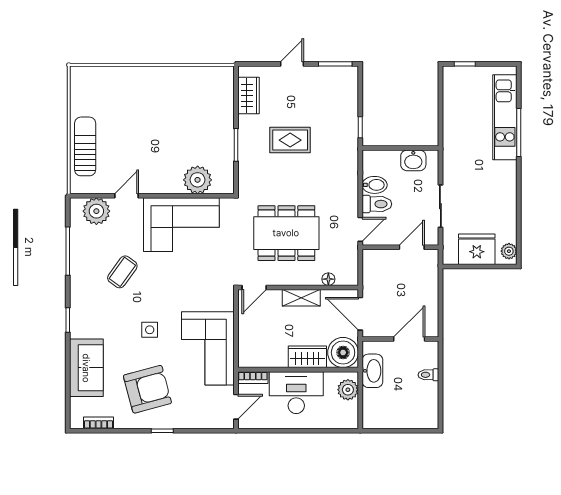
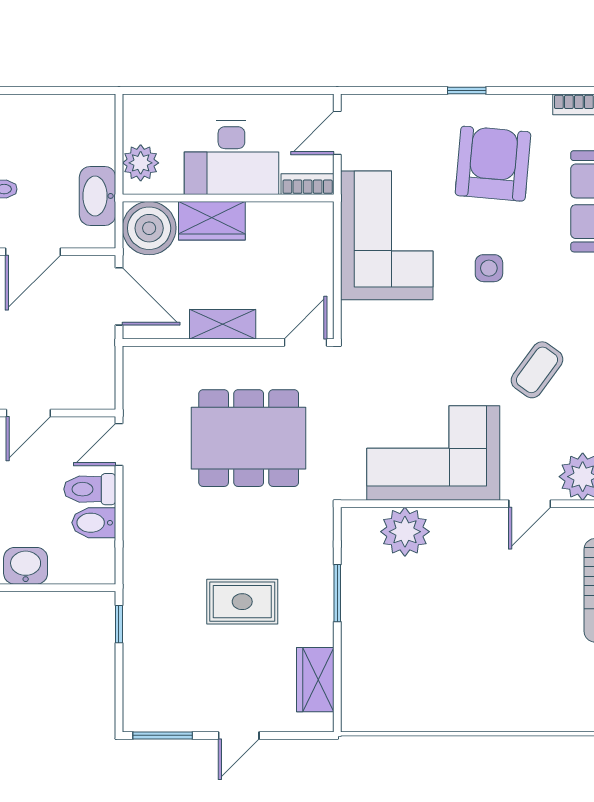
floor lamp: (328, 279) -> (175, 357), removed
armchair: (147, 389) -> (493, 164), turned 110

